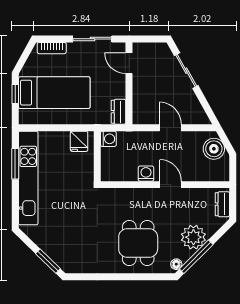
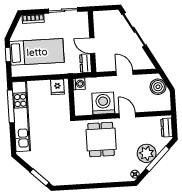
door: (129, 63) -> (92, 46), moved
sliding door: (186, 71) -> (134, 30), width x1.37
window: (15, 164) -> (11, 106), width x1.44
washing machine: (146, 174) -> (103, 103), width x1.89, depth x1.89
dining table: (138, 243) -> (101, 139), moved
window: (196, 257) -> (157, 159), moved

